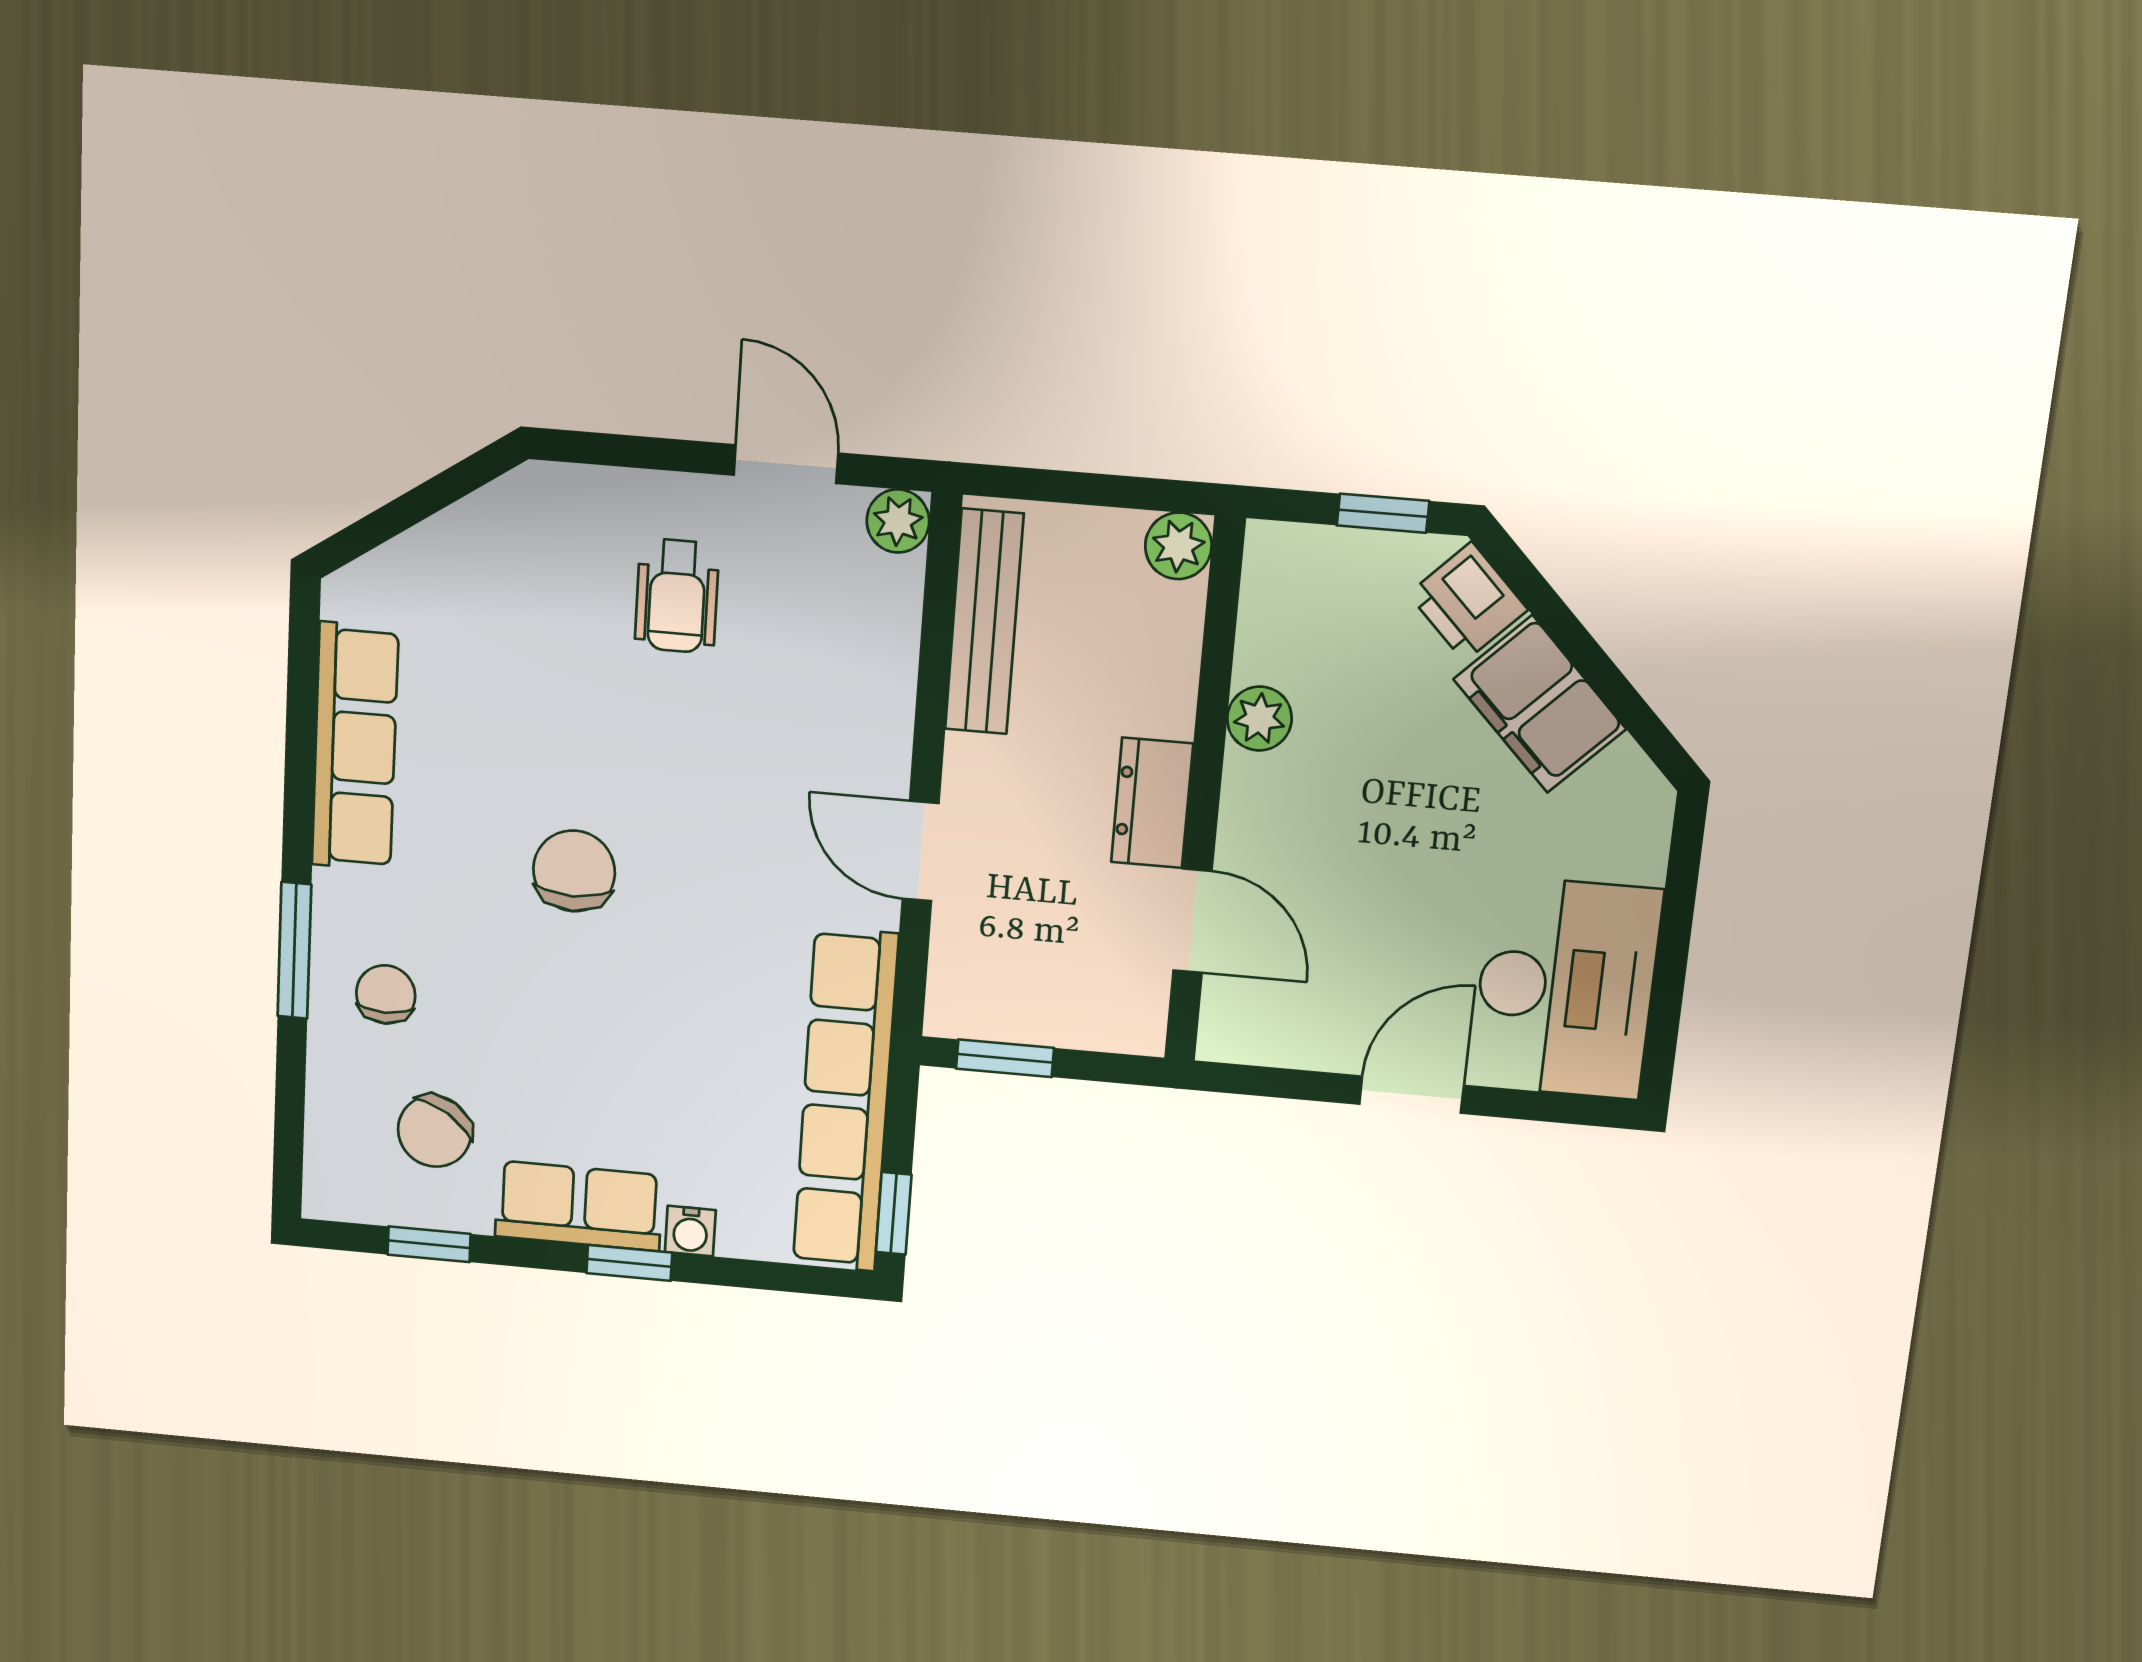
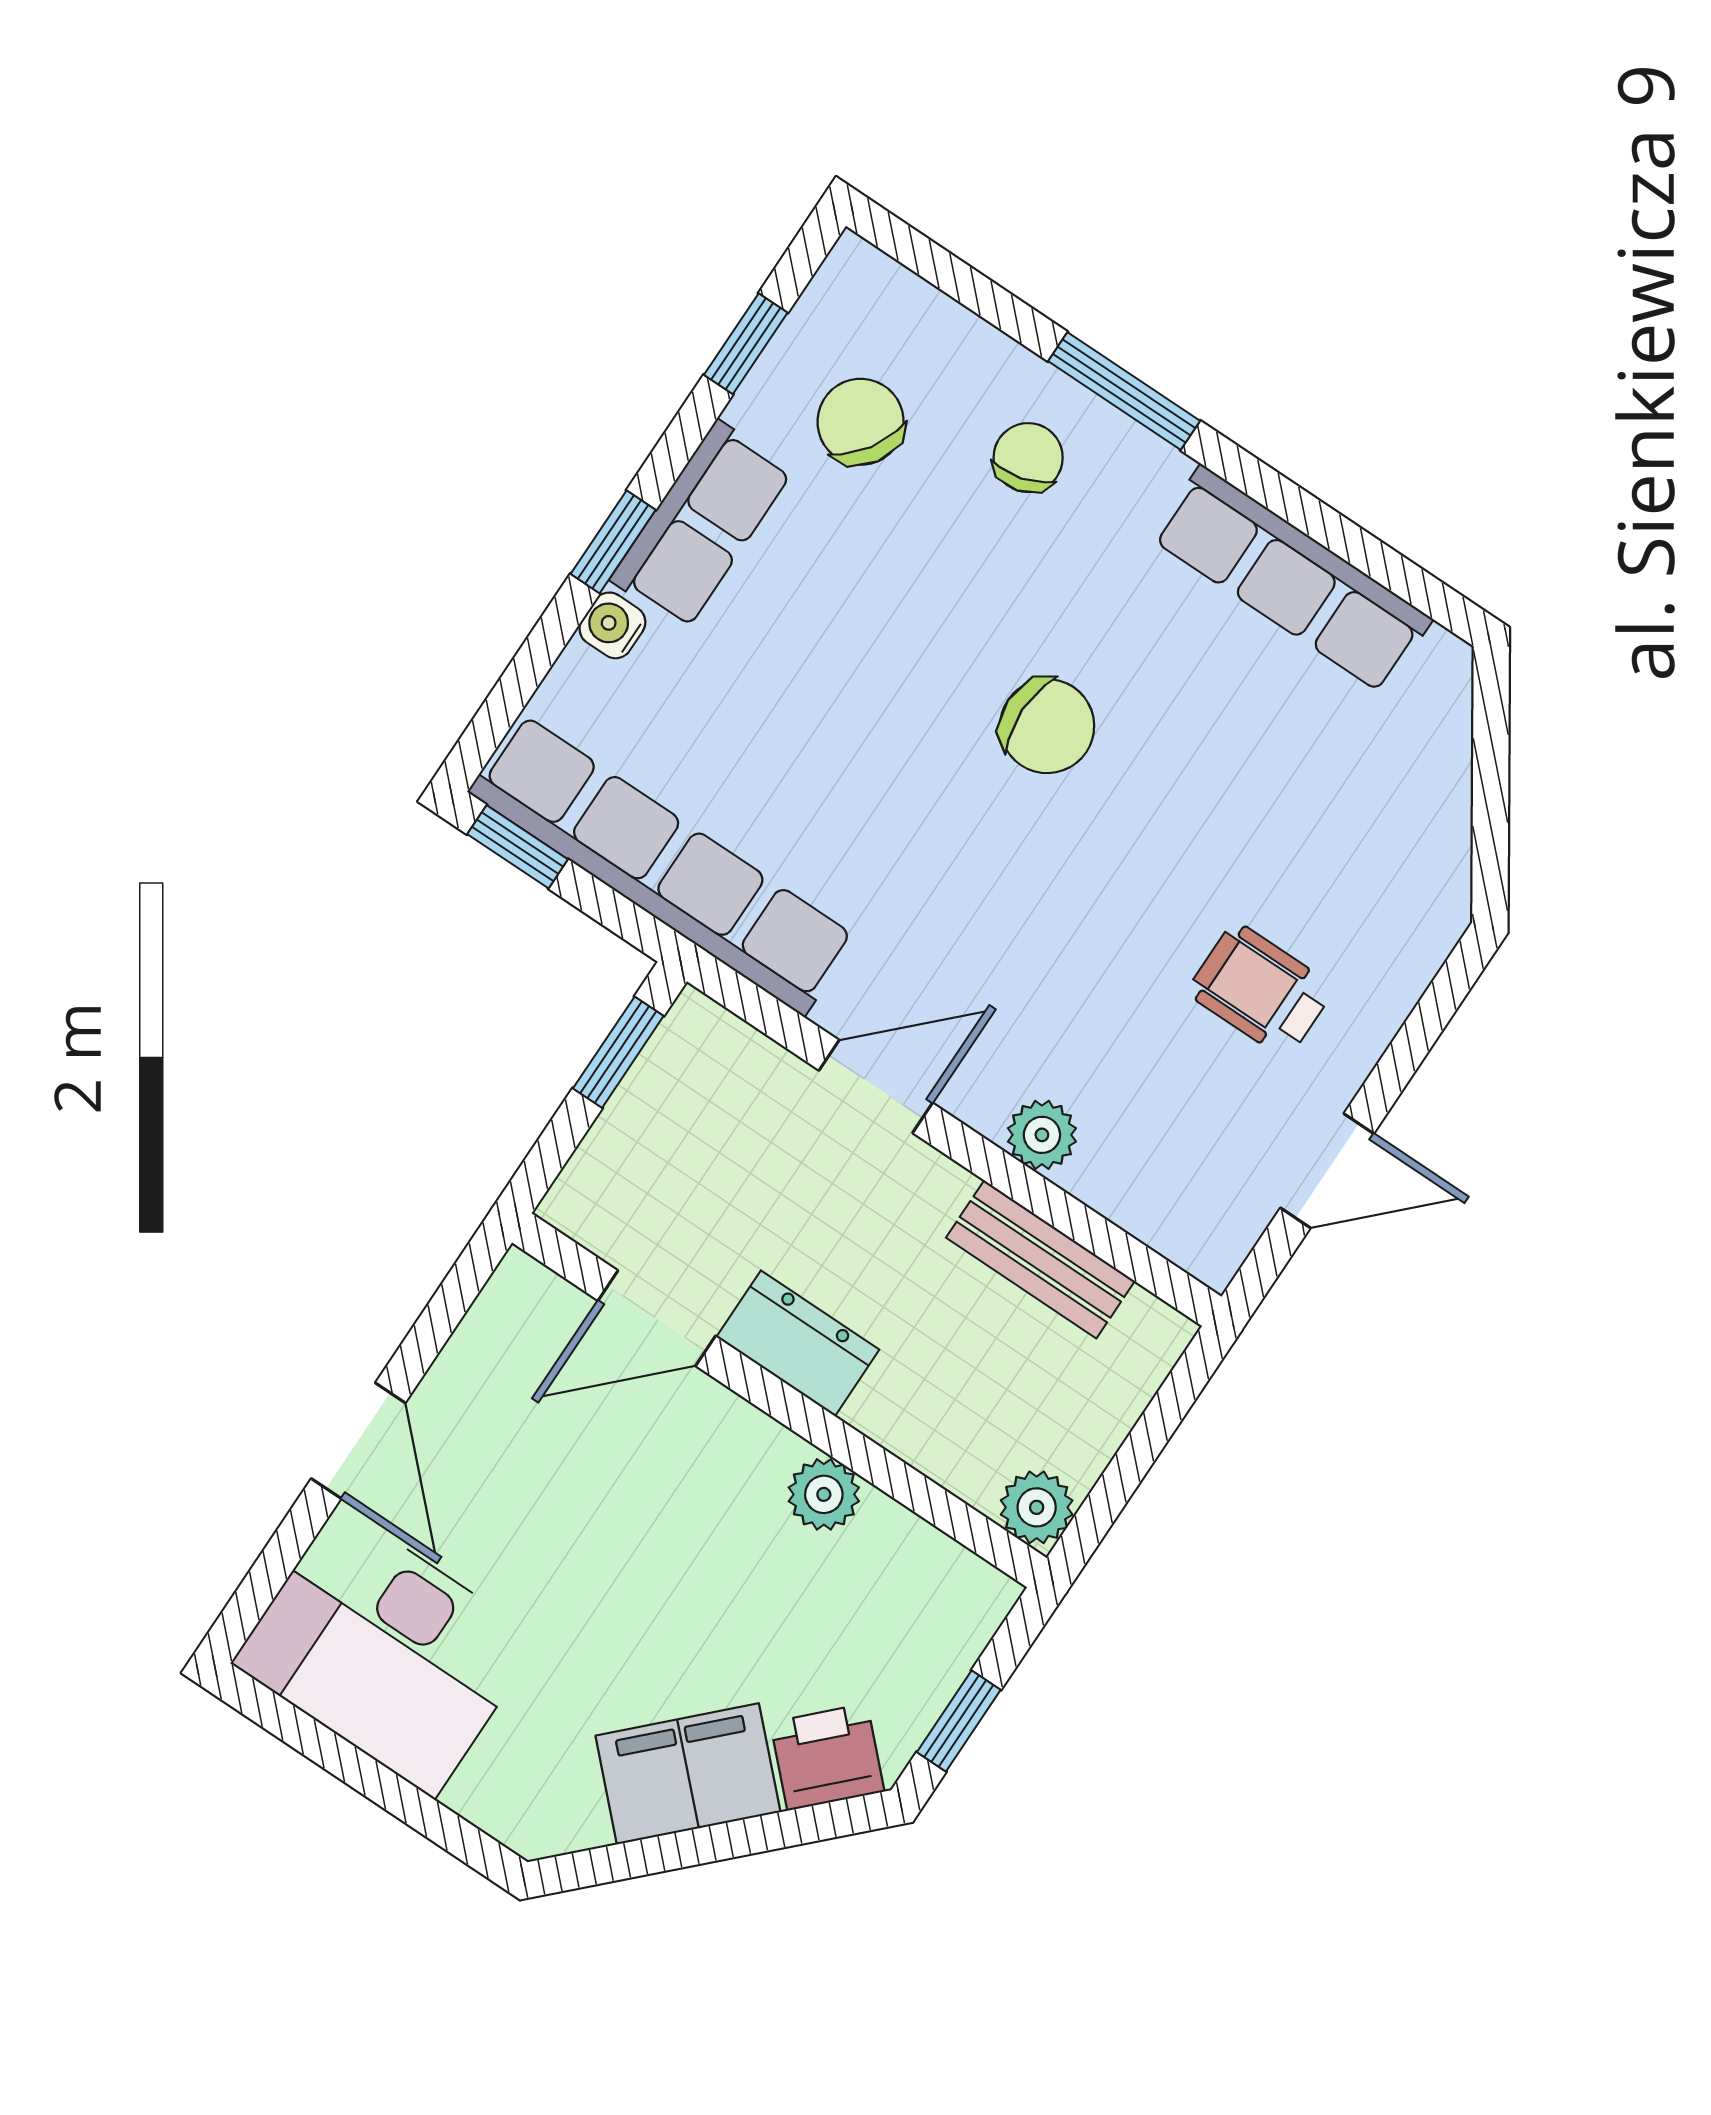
plant: (898, 521) -> (1042, 1135), moved
bench: (984, 622) -> (1040, 1259), width x0.73
chair: (386, 994) -> (1028, 458), turned -105

